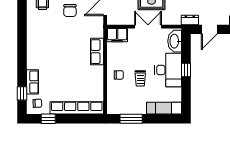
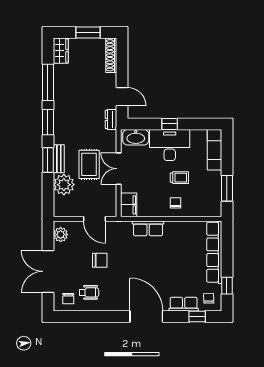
door: (22, 50) -> (146, 316), added

